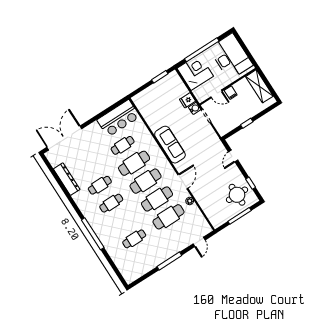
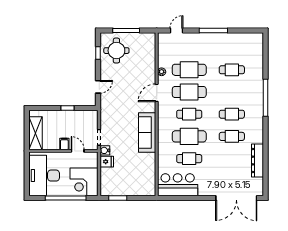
cafe table: (146, 181) -> (189, 114), width x0.73, depth x0.74

